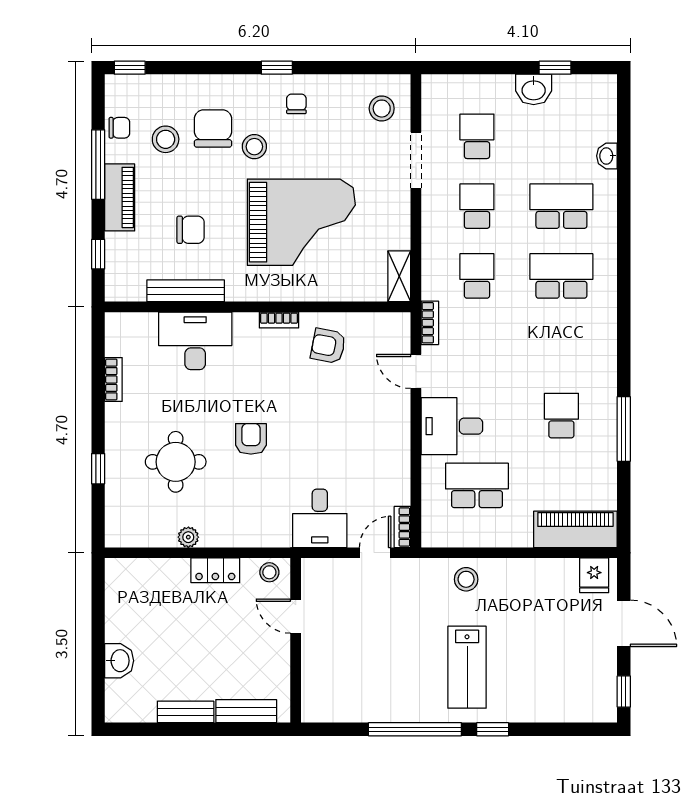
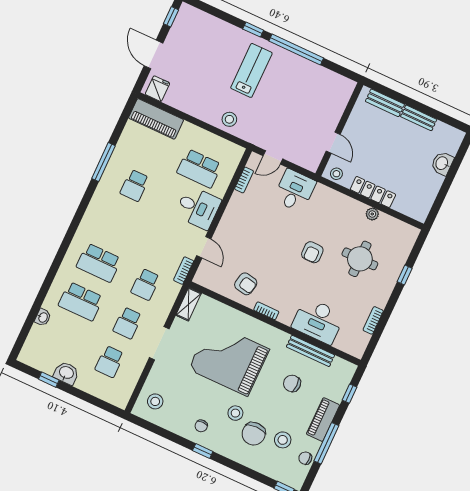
doorway: (416, 160) -> (159, 343), moved
bookcase: (402, 527) -> (244, 180), moved
locker: (215, 570) -> (373, 192), width x1.53

